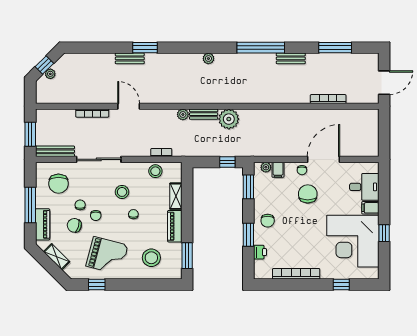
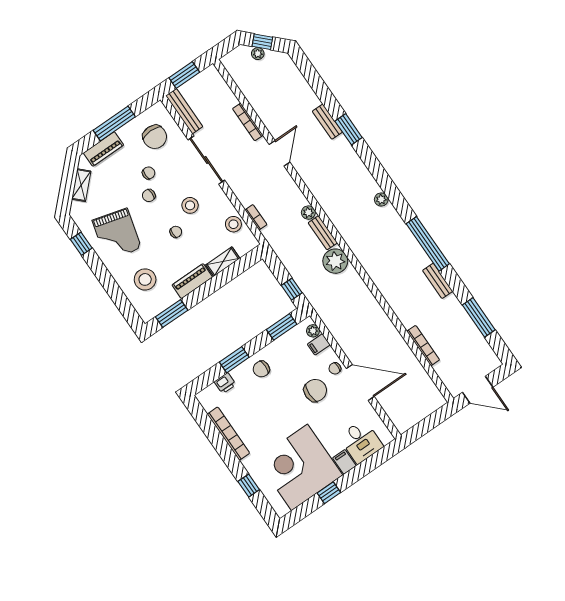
chair: (58, 184) -> (155, 137), turned -90
chair: (74, 225) -> (124, 181), removed

